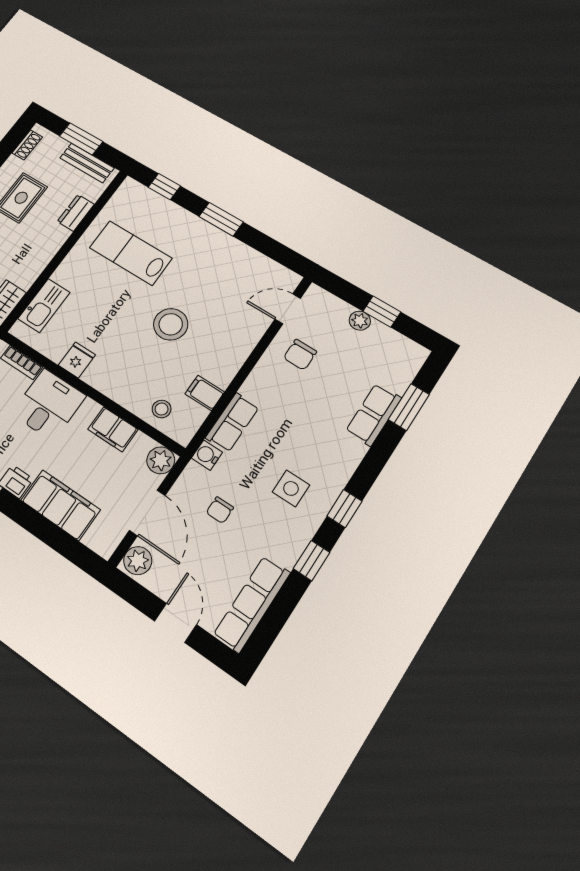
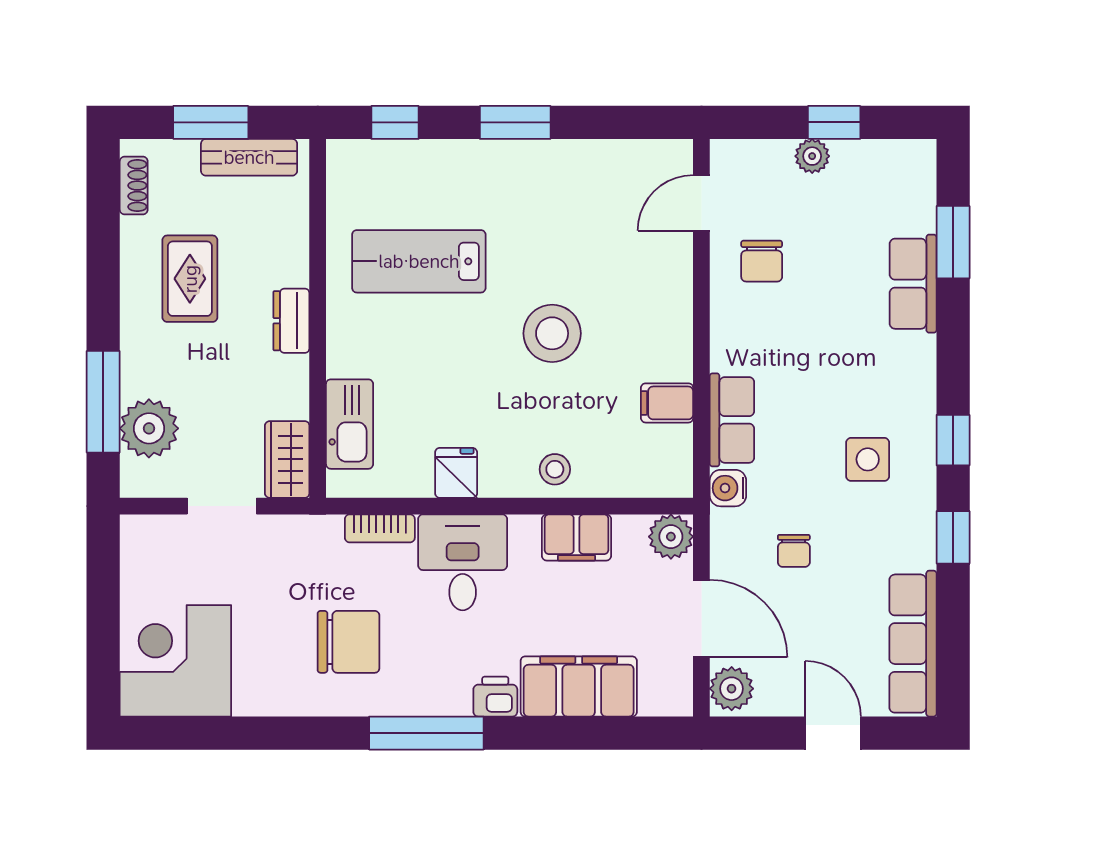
dresser: (76, 213) -> (291, 321), moved
stool: (162, 409) -> (555, 469), moved

